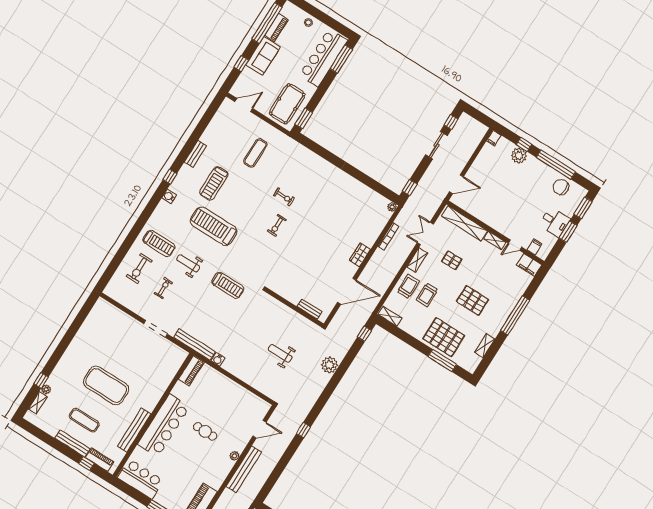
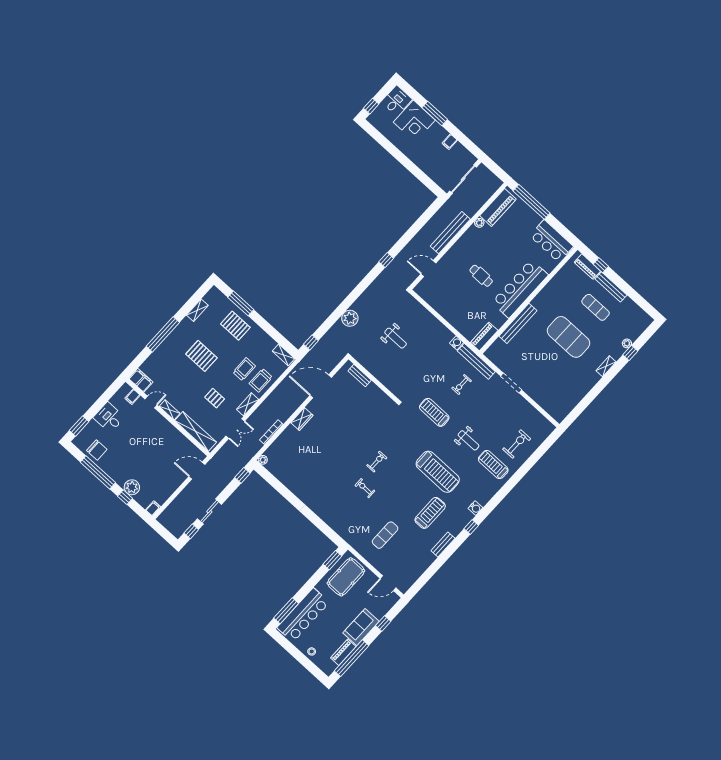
window: (568, 232) -> (98, 406), removed
exercise bike: (163, 288) -> (461, 384), moved
pallet: (444, 337) -> (235, 326), width x0.73, depth x0.71
shelving: (38, 403) -> (606, 366), moved
bench: (134, 430) -> (518, 323), moved
plant: (235, 456) -> (479, 223), moved

